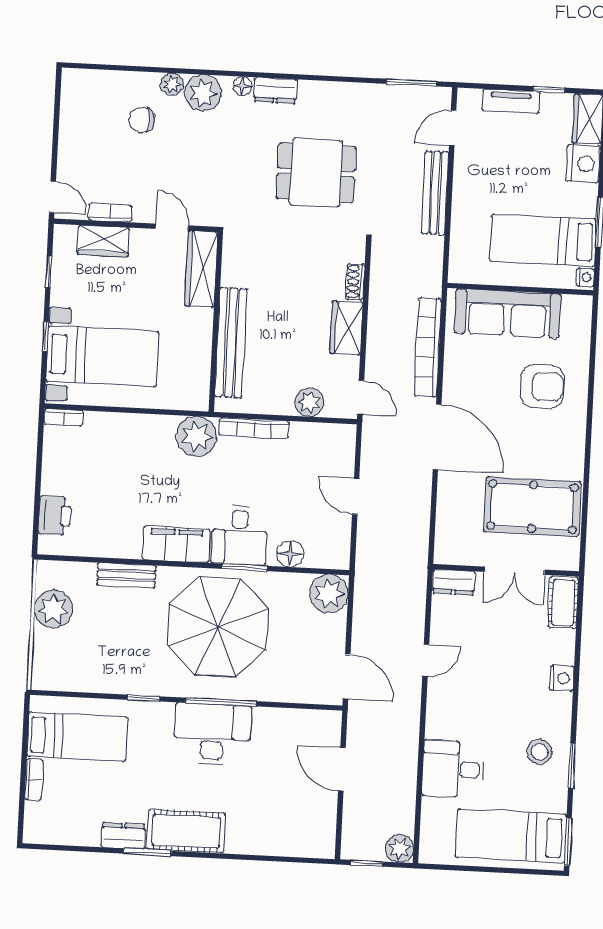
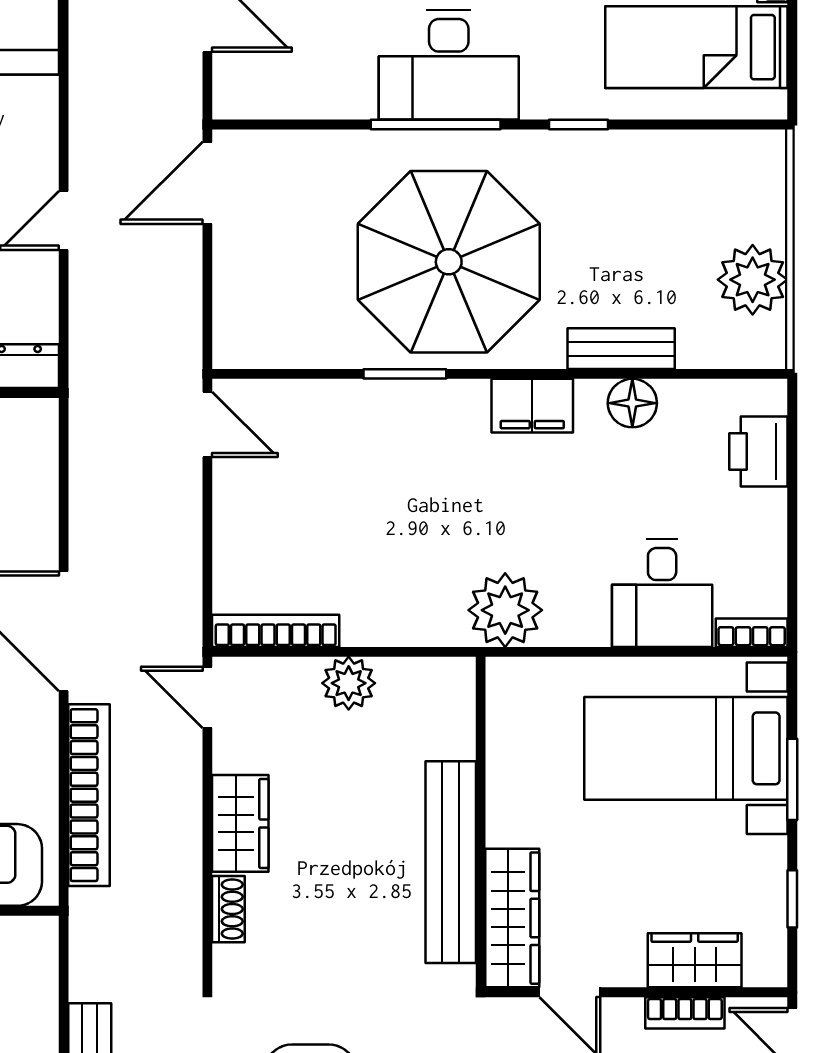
window: (45, 337) -> (792, 779), width x1.50
bench: (231, 343) -> (451, 862), moved
plant: (309, 402) -> (349, 683), moved
bookcase: (254, 428) -> (276, 631), moved
door: (356, 496) -> (207, 424), moved
desk: (239, 535) -> (662, 593), moved, turned 180
filing cabinet: (176, 544) -> (532, 406), width x0.67, depth x0.86
floor lamp: (291, 554) -> (632, 403), moved
plant: (329, 594) -> (248, 334), removed
door: (347, 677) -> (207, 183), hinge flipped

